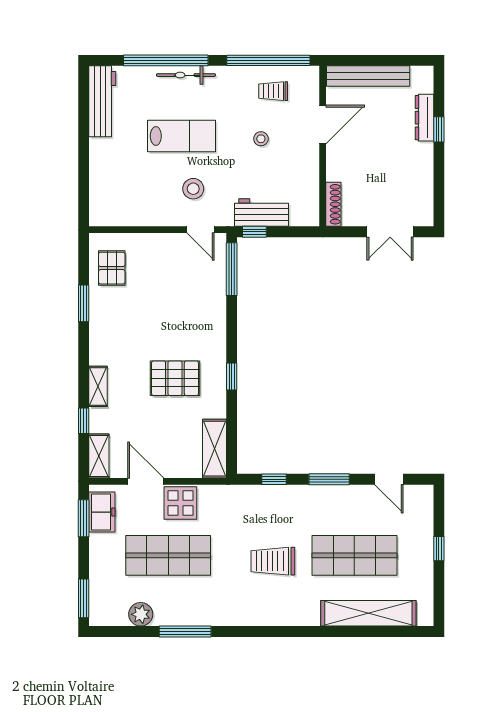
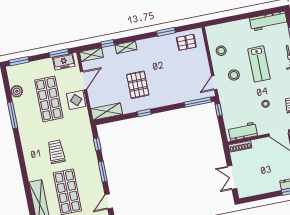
stool: (141, 204) -> (221, 51), added
workbench: (262, 213) -> (243, 131), moved, turned -90

